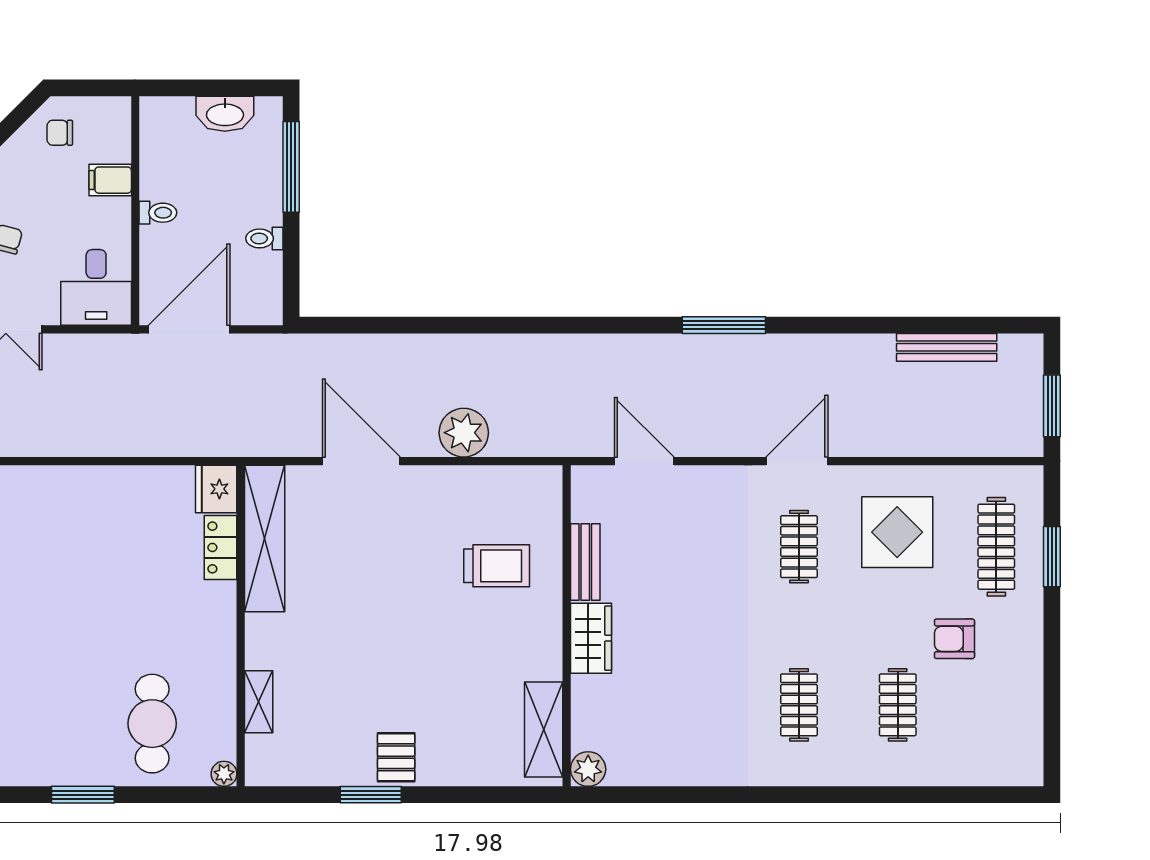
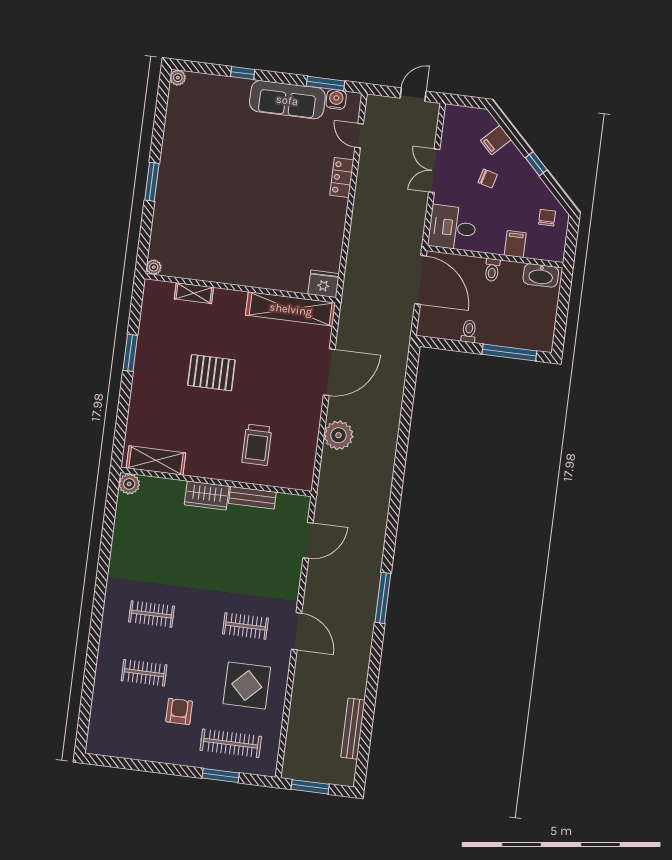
washbasin: (225, 114) -> (541, 275), moved, turned -90
locker: (220, 547) -> (342, 177), moved, turned -90
cafe table: (152, 724) -> (189, 228), removed
pallet: (396, 757) -> (211, 373), moved, width x1.50, depth x1.42

